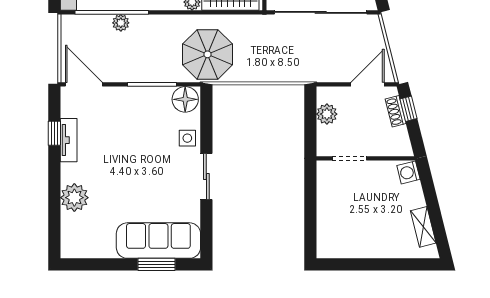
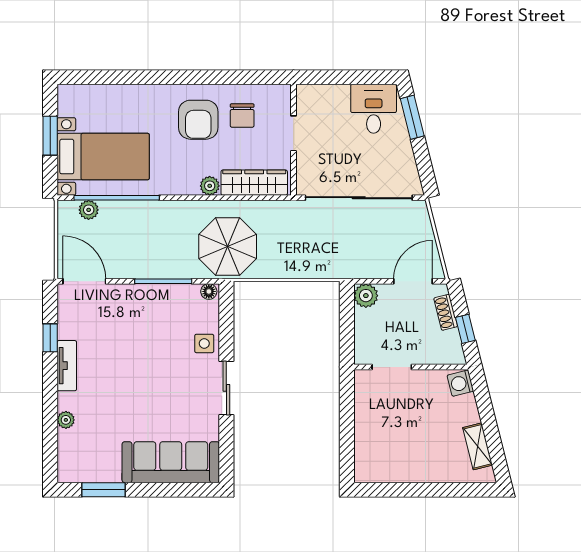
plant: (121, 23) -> (89, 210), moved
floor lamp: (185, 99) -> (209, 291), width x0.53, depth x0.53
window: (409, 109) -> (465, 329), moved
plant: (327, 114) -> (366, 296), moved
tv unit: (69, 140) -> (67, 366), moved
plant: (74, 198) -> (66, 420), width x0.53, depth x0.53
window: (156, 264) -> (103, 490), moved

